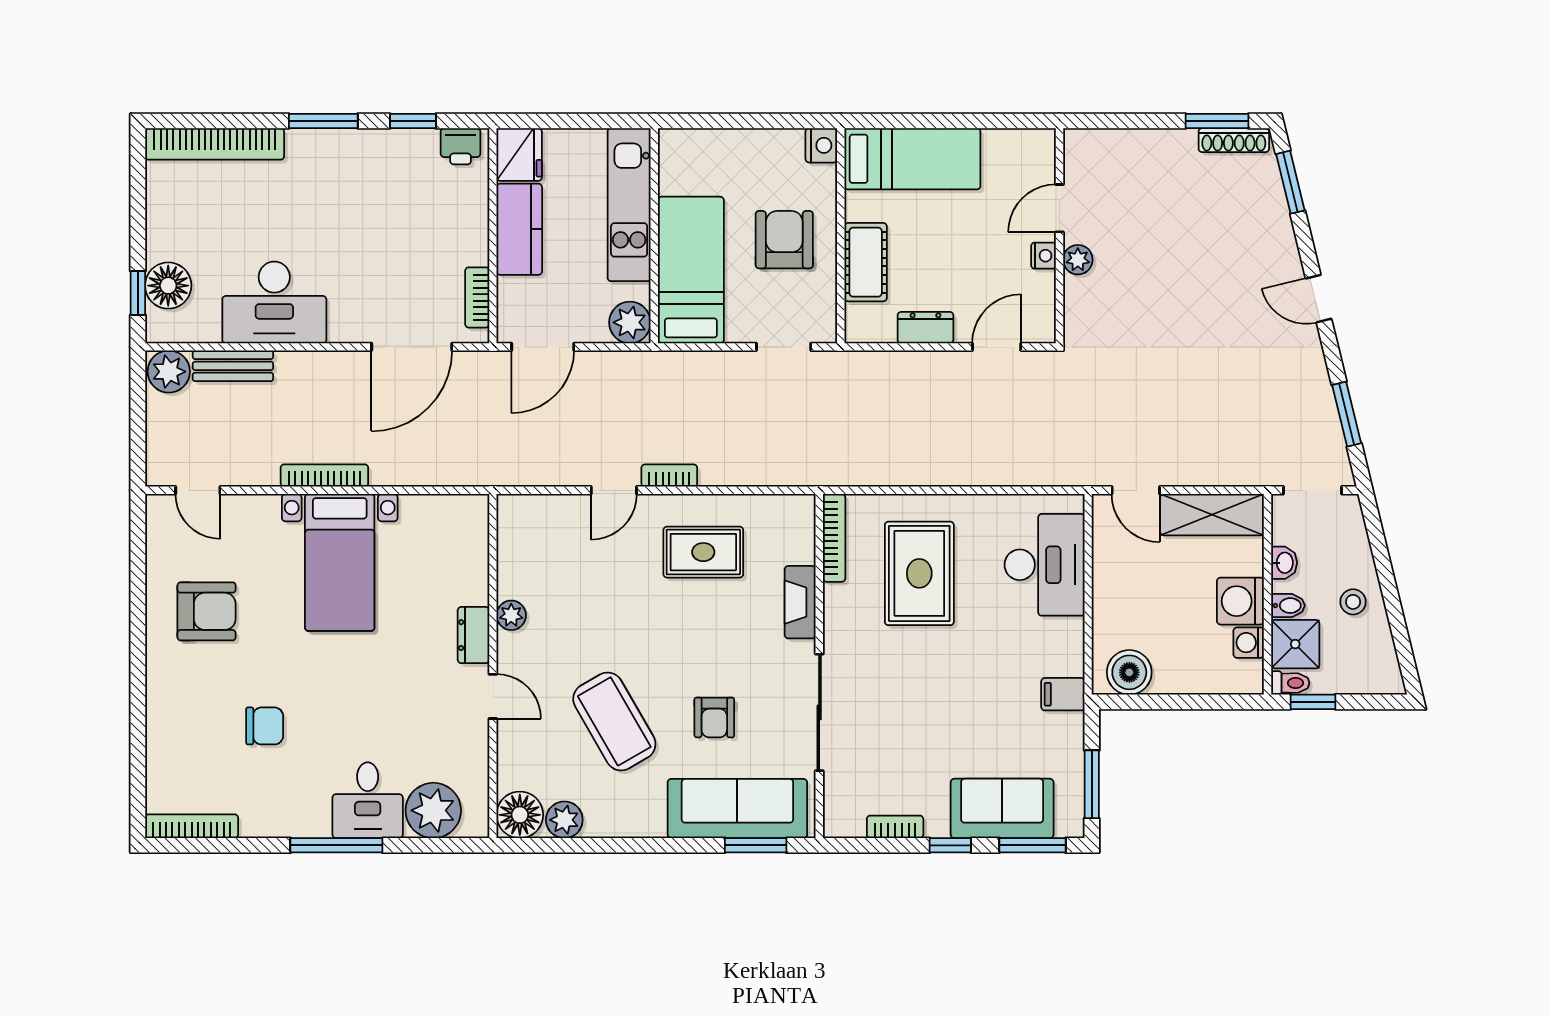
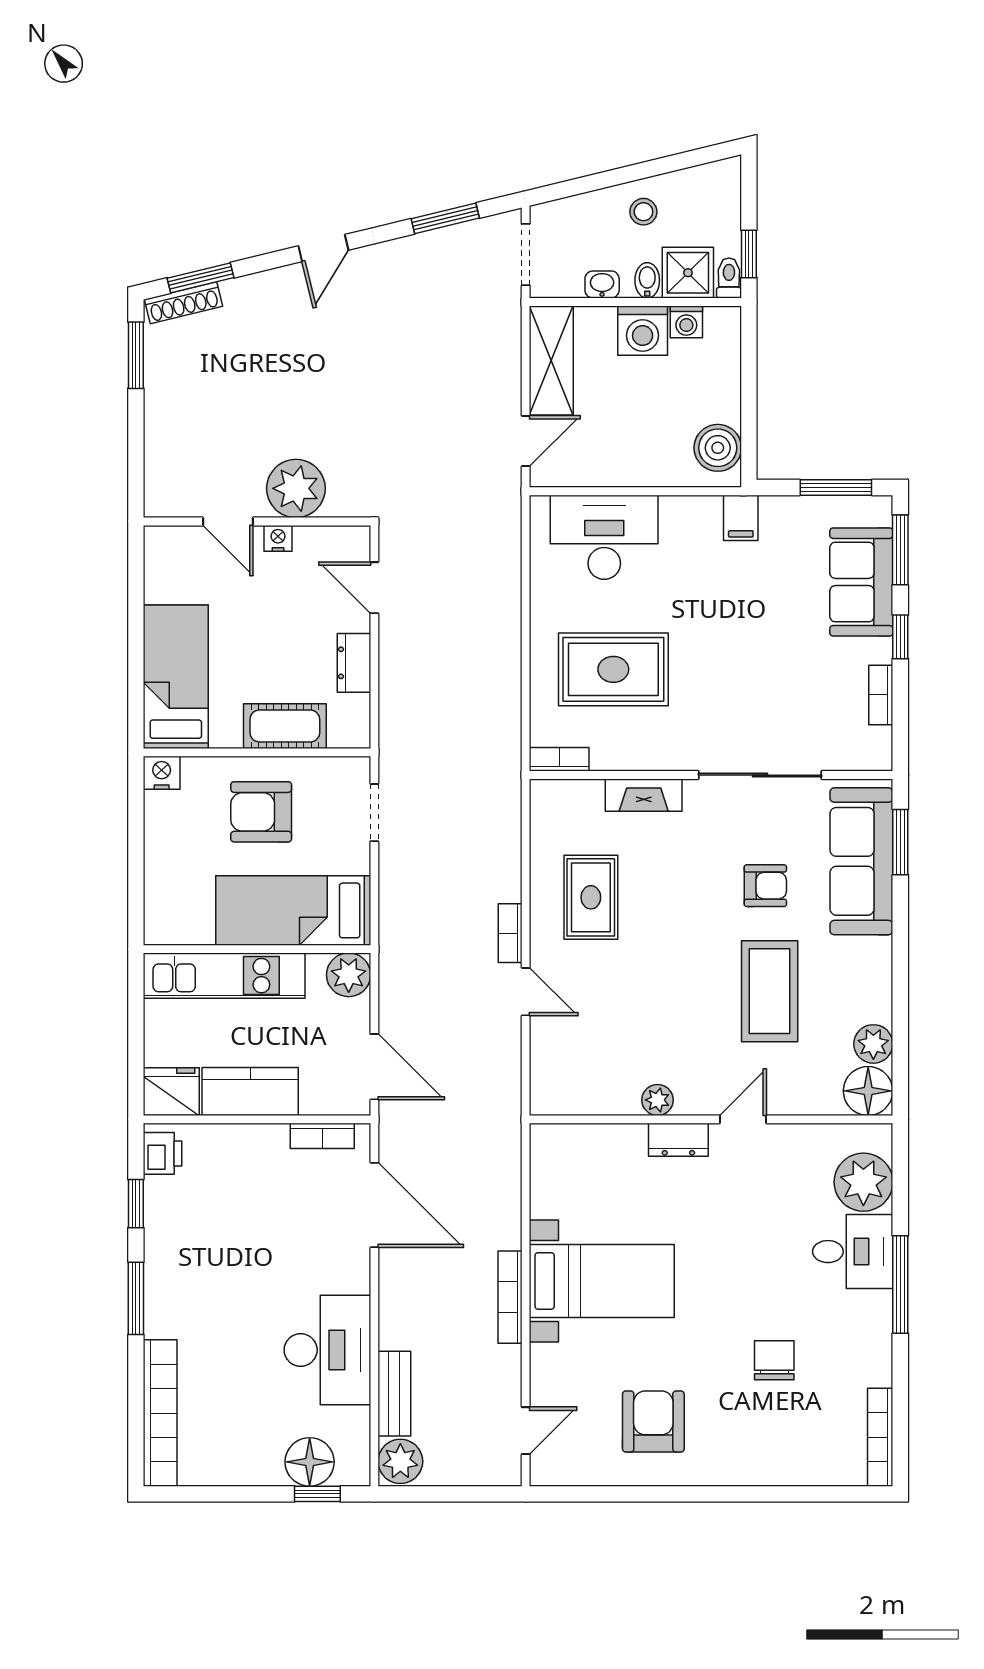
shoe rack: (1234, 140) -> (183, 303), moved, turned 76
plant: (1078, 260) -> (296, 488), width x1.88, depth x1.88
bookcase: (834, 538) -> (559, 759), width x0.64
coffee table: (614, 722) -> (770, 991), turned -60

